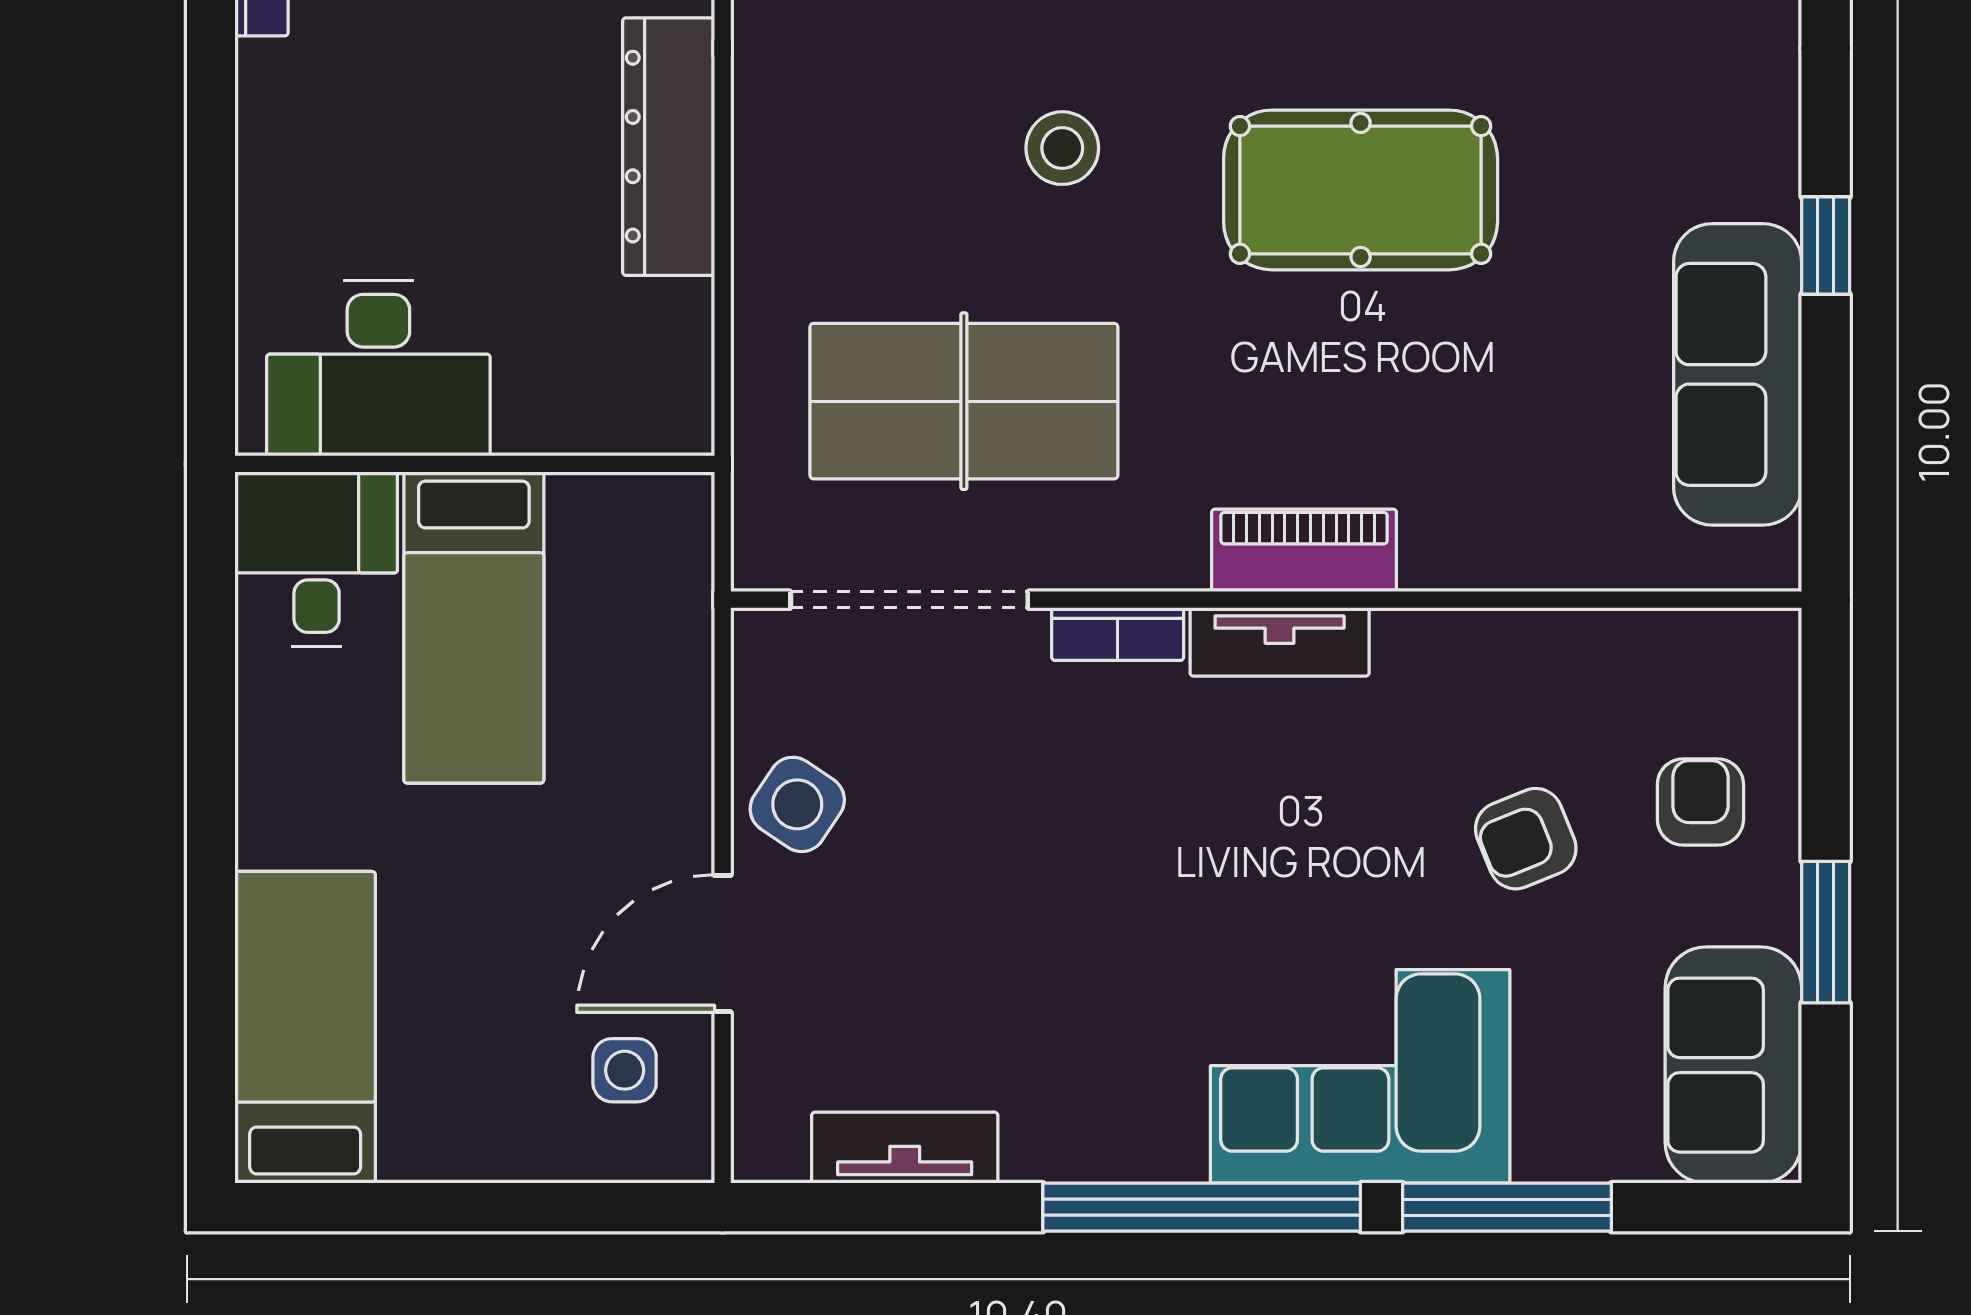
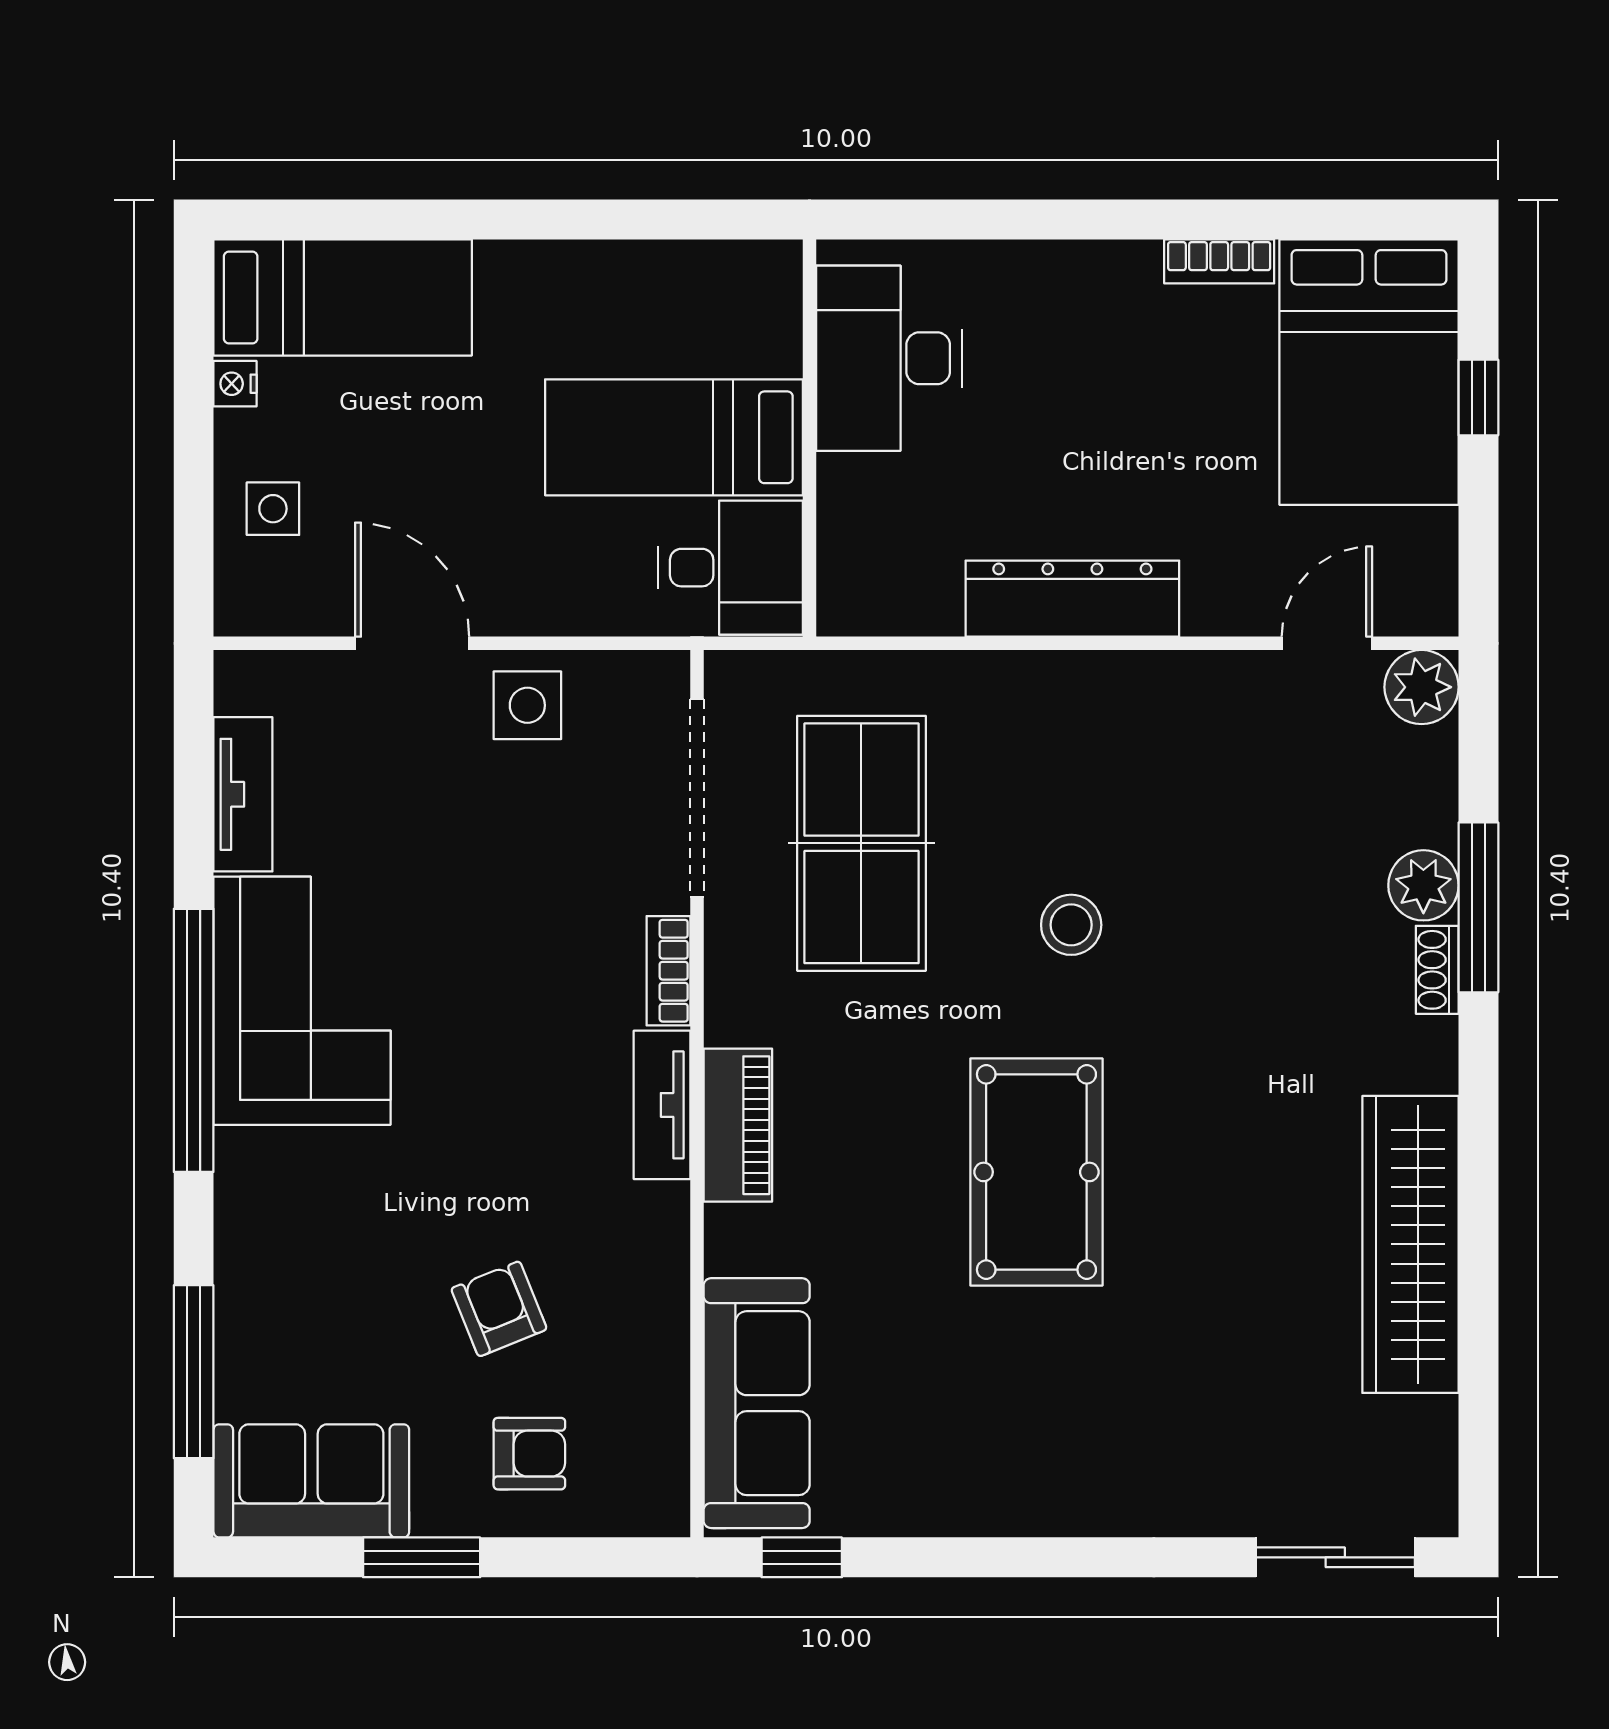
window: (1826, 246) -> (802, 1557), moved
sofa: (1738, 374) -> (757, 1403), moved, turned 90
desk: (317, 559) -> (731, 568), moved
side table: (797, 804) -> (527, 705), turned -34
side table: (625, 1070) -> (273, 509), moved
corner sofa: (1360, 1076) -> (302, 1001), moved
nightstand: (409, 1157) -> (235, 384), added
window: (1507, 1207) -> (194, 1372), moved

